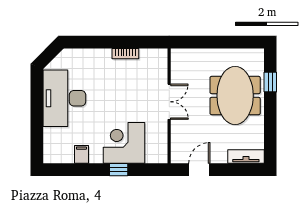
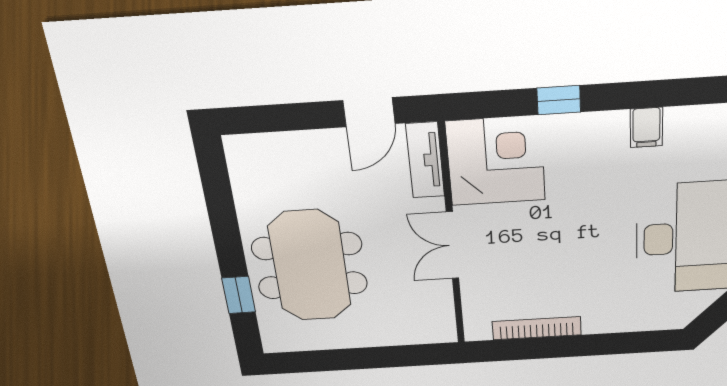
bookcase: (125, 54) -> (537, 328), width x1.56
corner desk: (124, 143) -> (496, 161), moved, turned -90
tv unit: (246, 157) -> (425, 160), moved, turned 90

